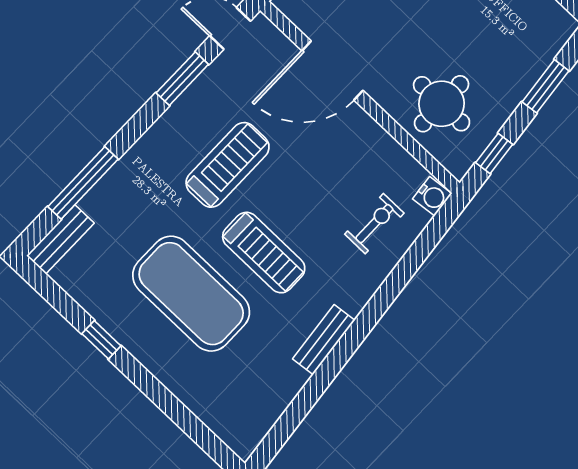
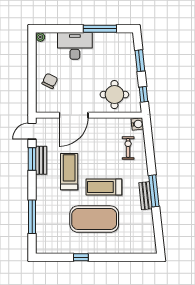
bench: (60, 239) -> (41, 160), moved
treadmill: (264, 253) -> (104, 187), turned 180
window: (347, 345) -> (154, 191), added

